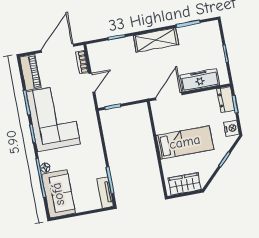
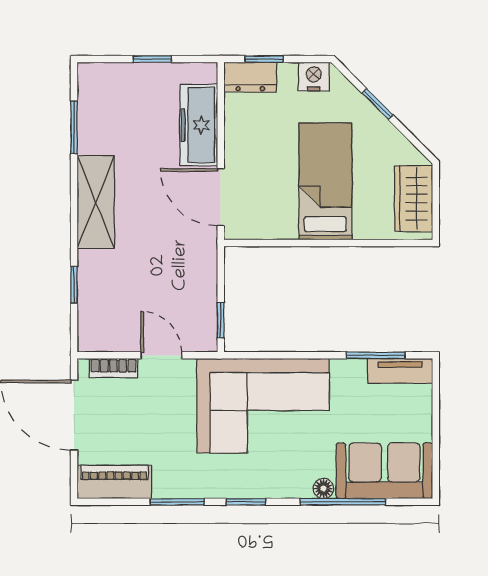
corner sofa: (53, 118) -> (263, 406), moved, turned 180

